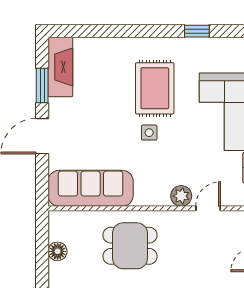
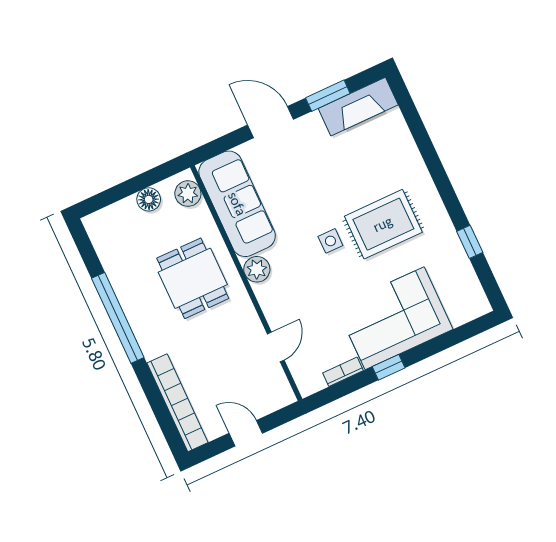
plant: (181, 196) -> (257, 269), moved
door: (208, 208) -> (276, 347), hinge flipped
plant: (66, 221) -> (188, 194), added

